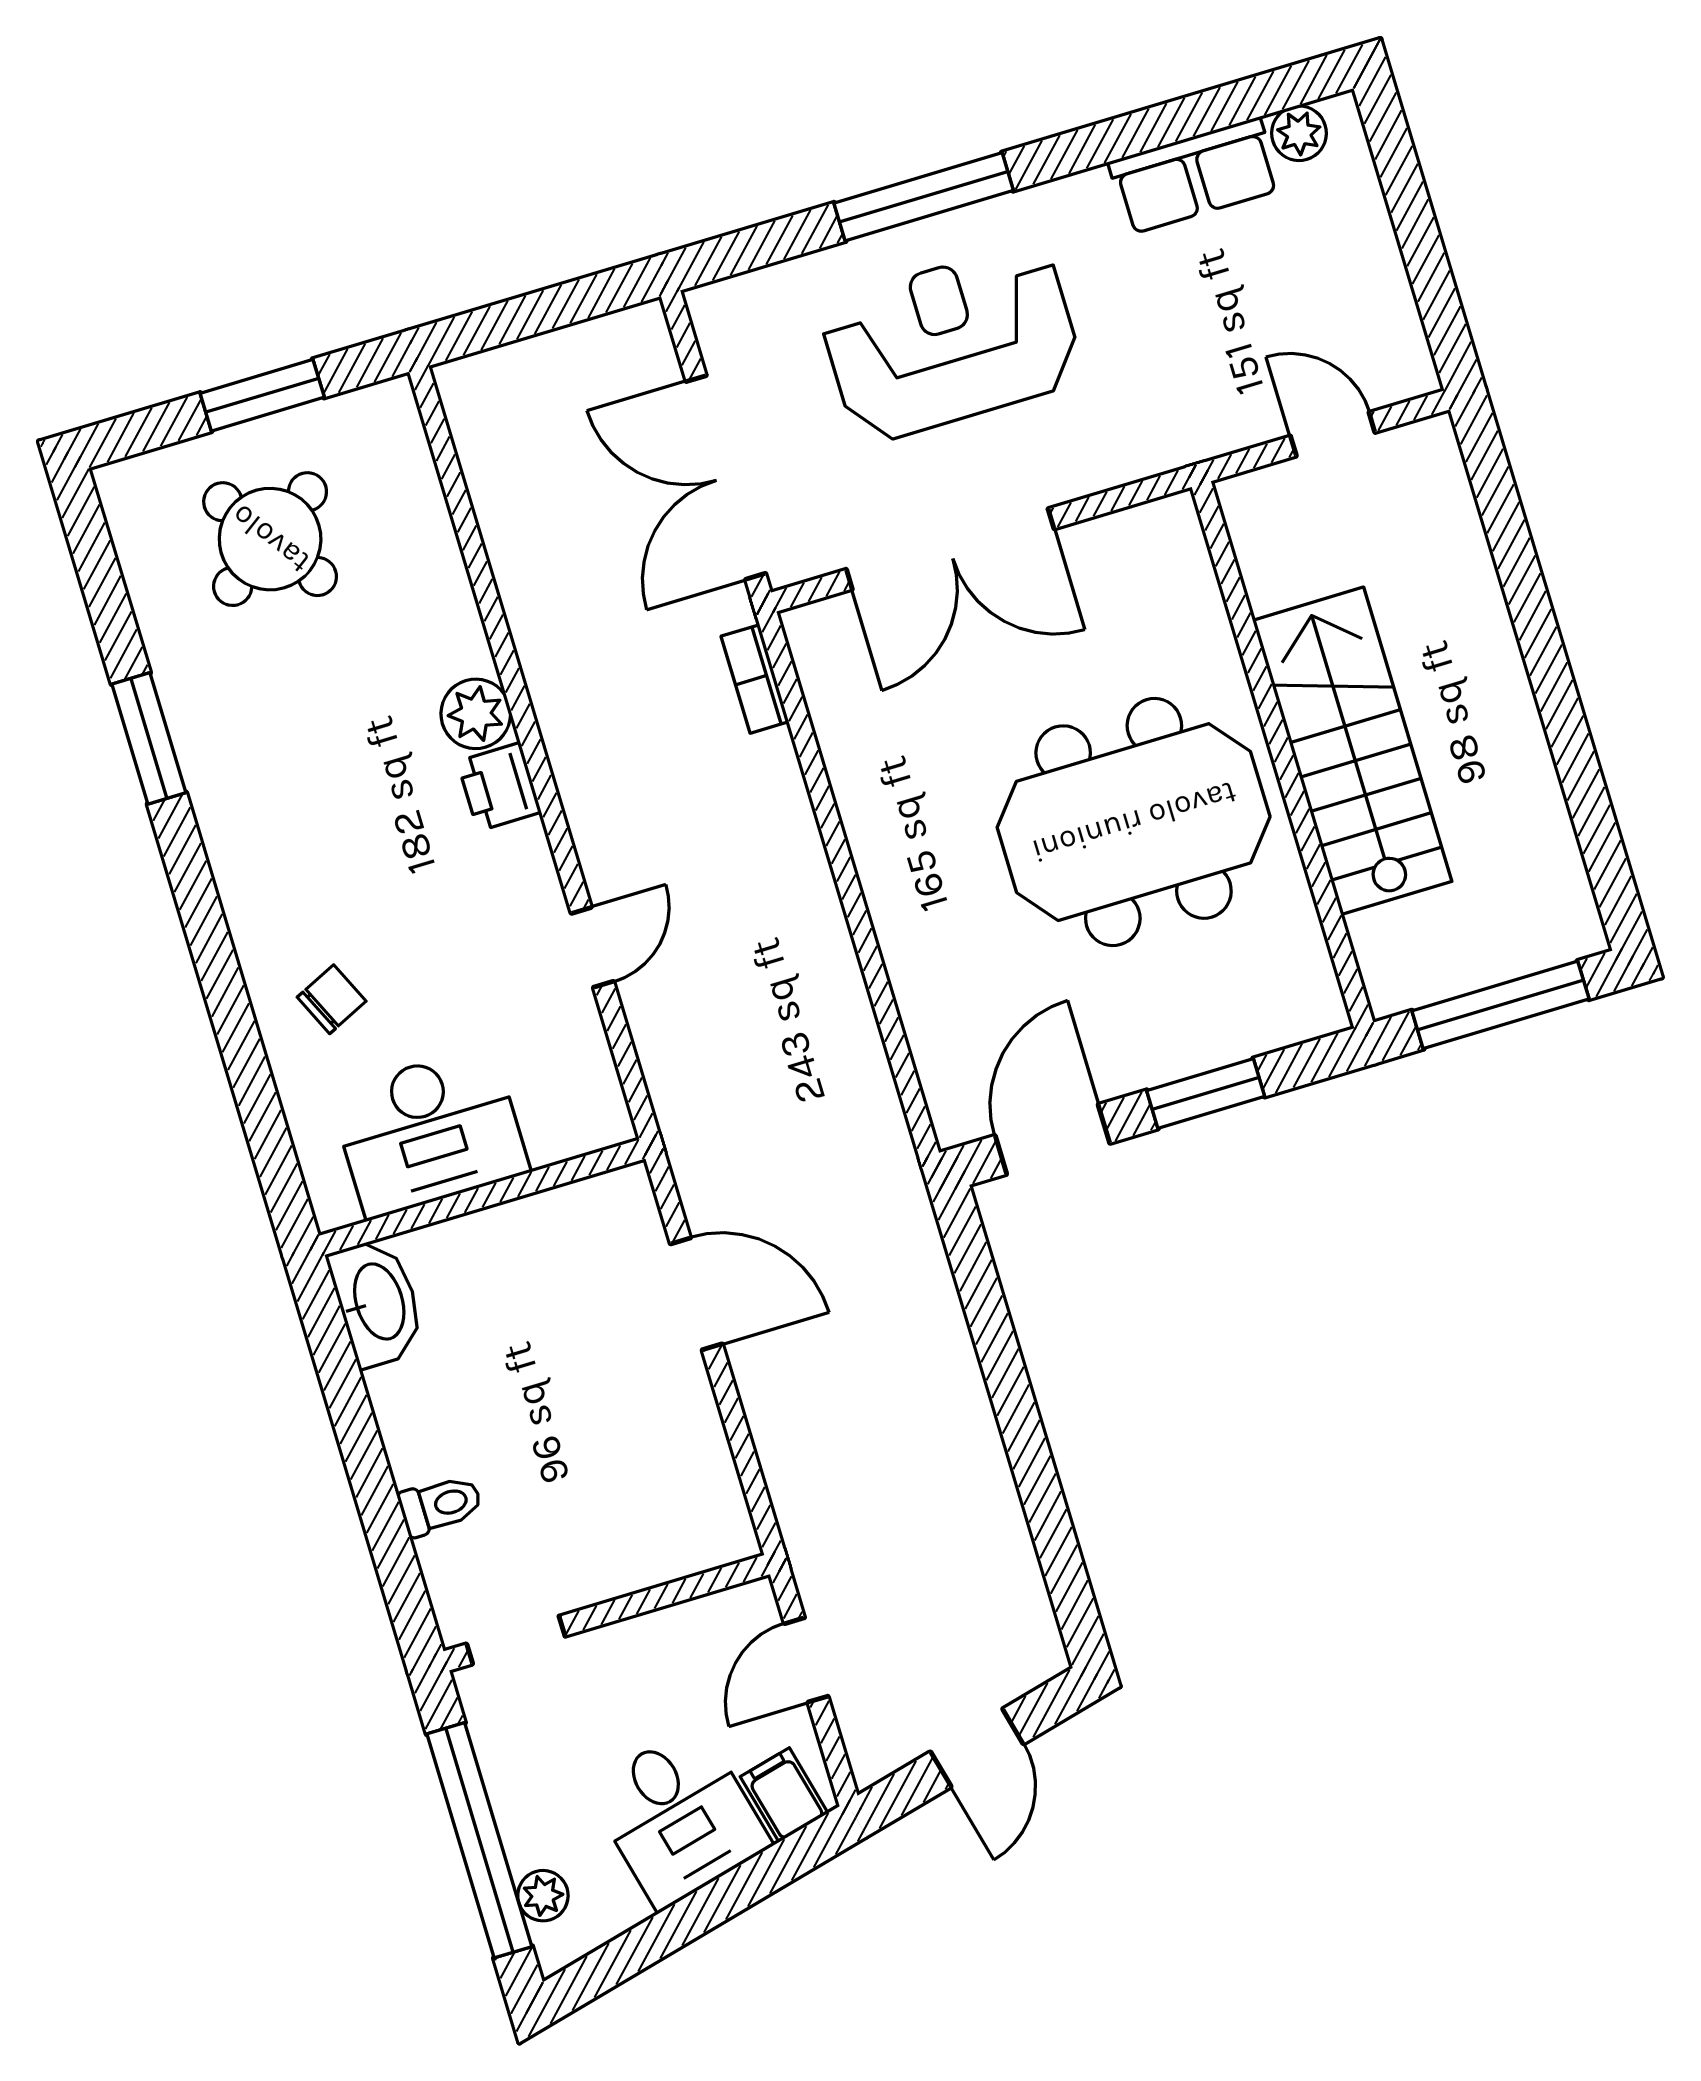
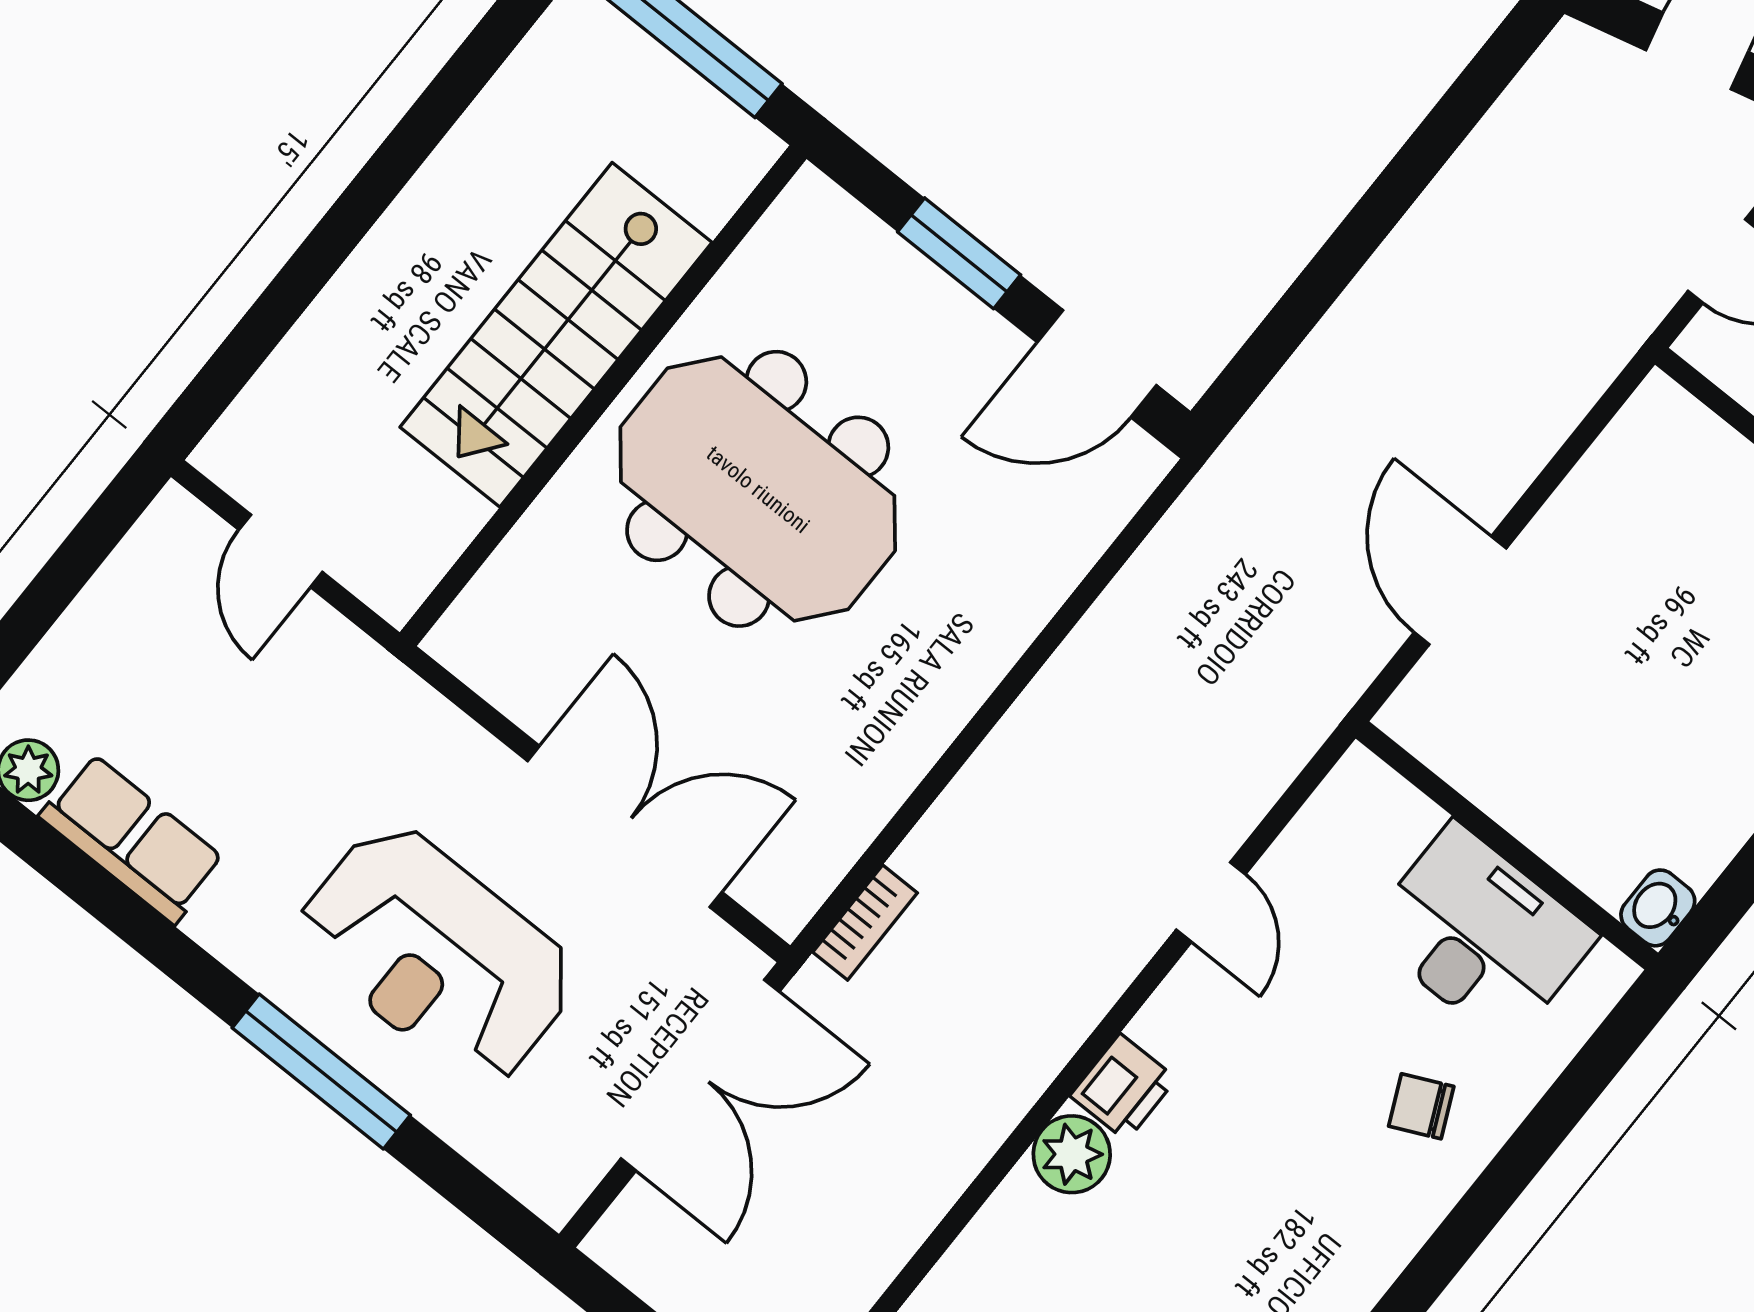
door: (592, 947) -> (1211, 902), swing flipped
washbasin: (377, 1302) -> (1658, 908), width x0.52, depth x0.69

